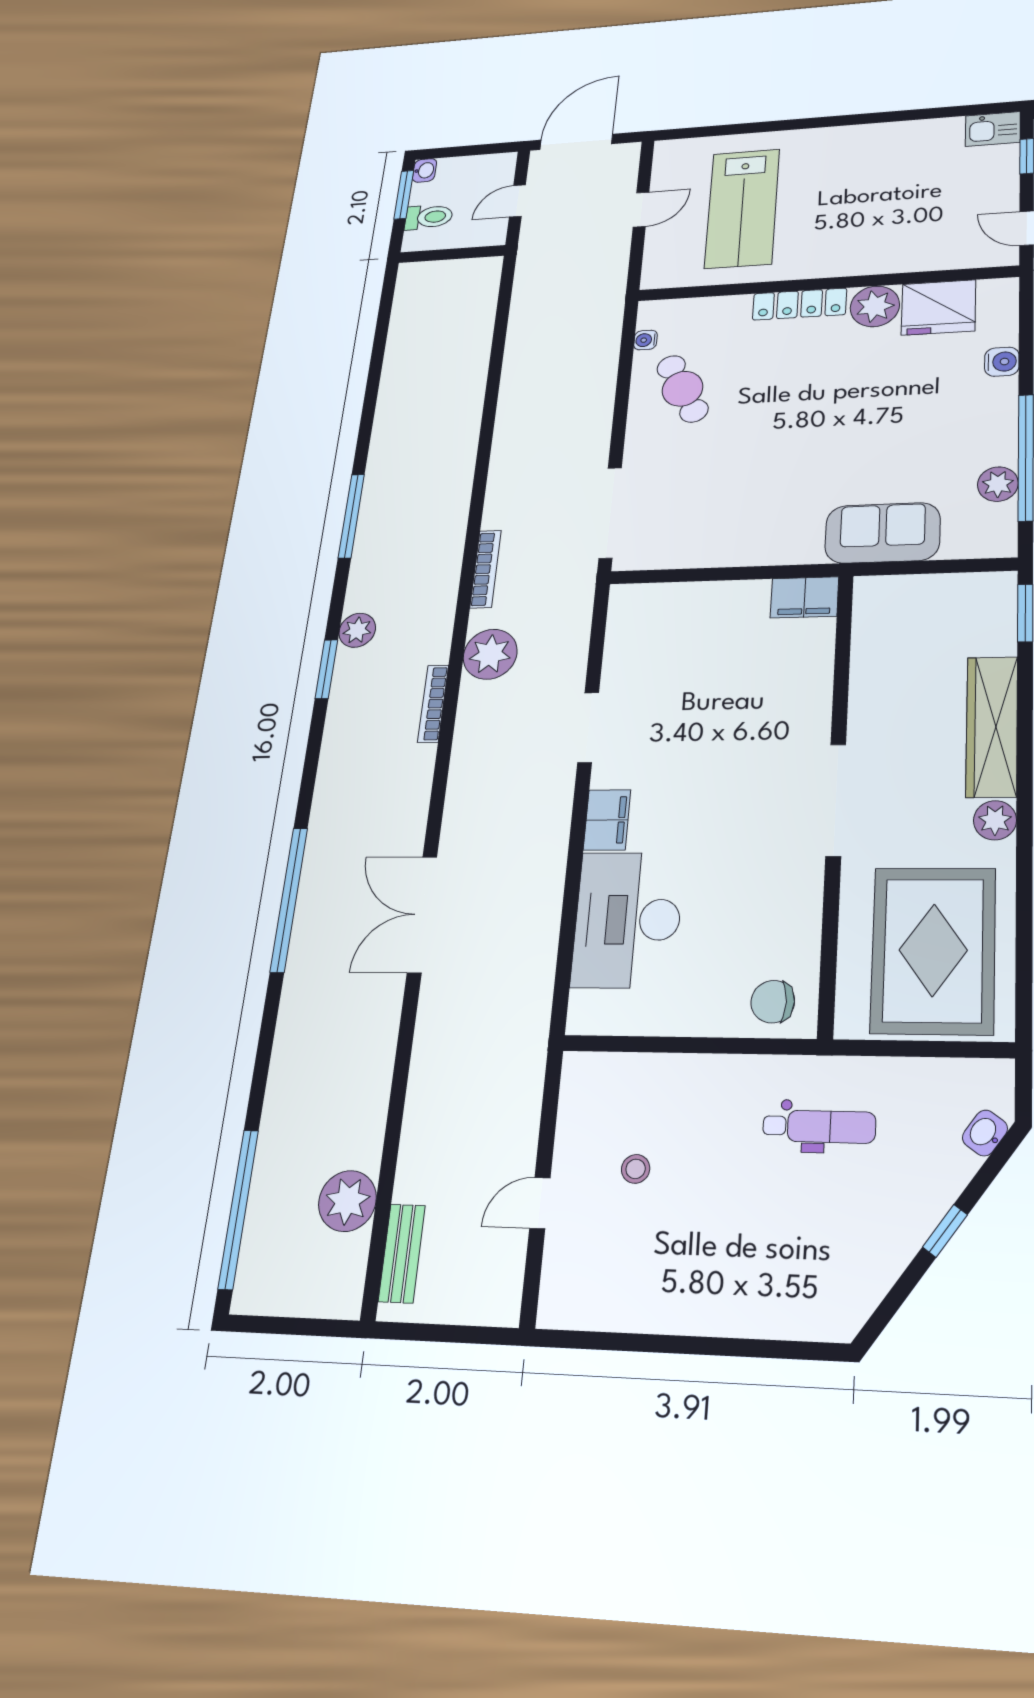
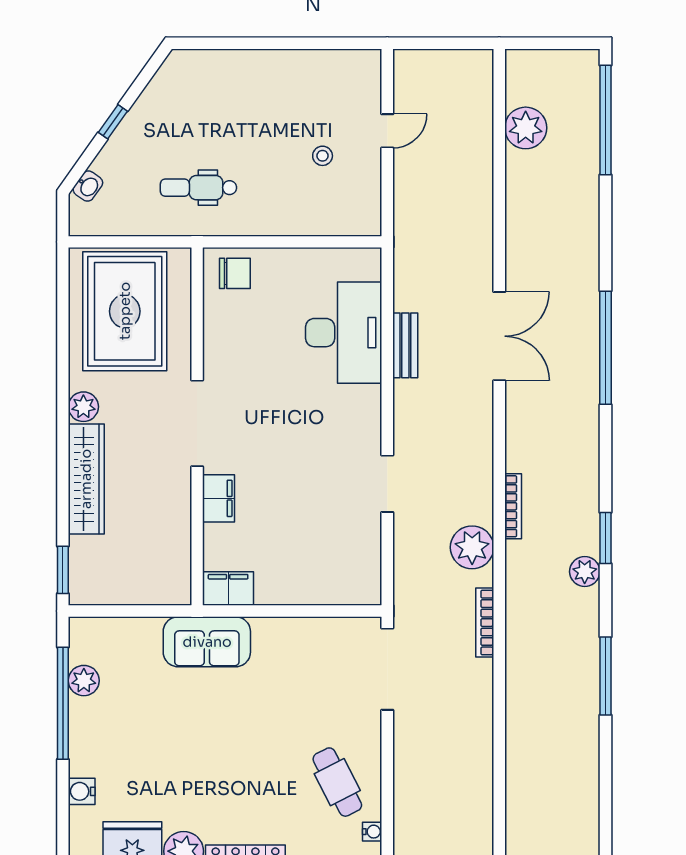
sofa: (882, 533) -> (207, 642), moved
filing cabinet: (607, 820) -> (219, 498), moved, turned 180
bench: (402, 1253) -> (405, 345), moved

